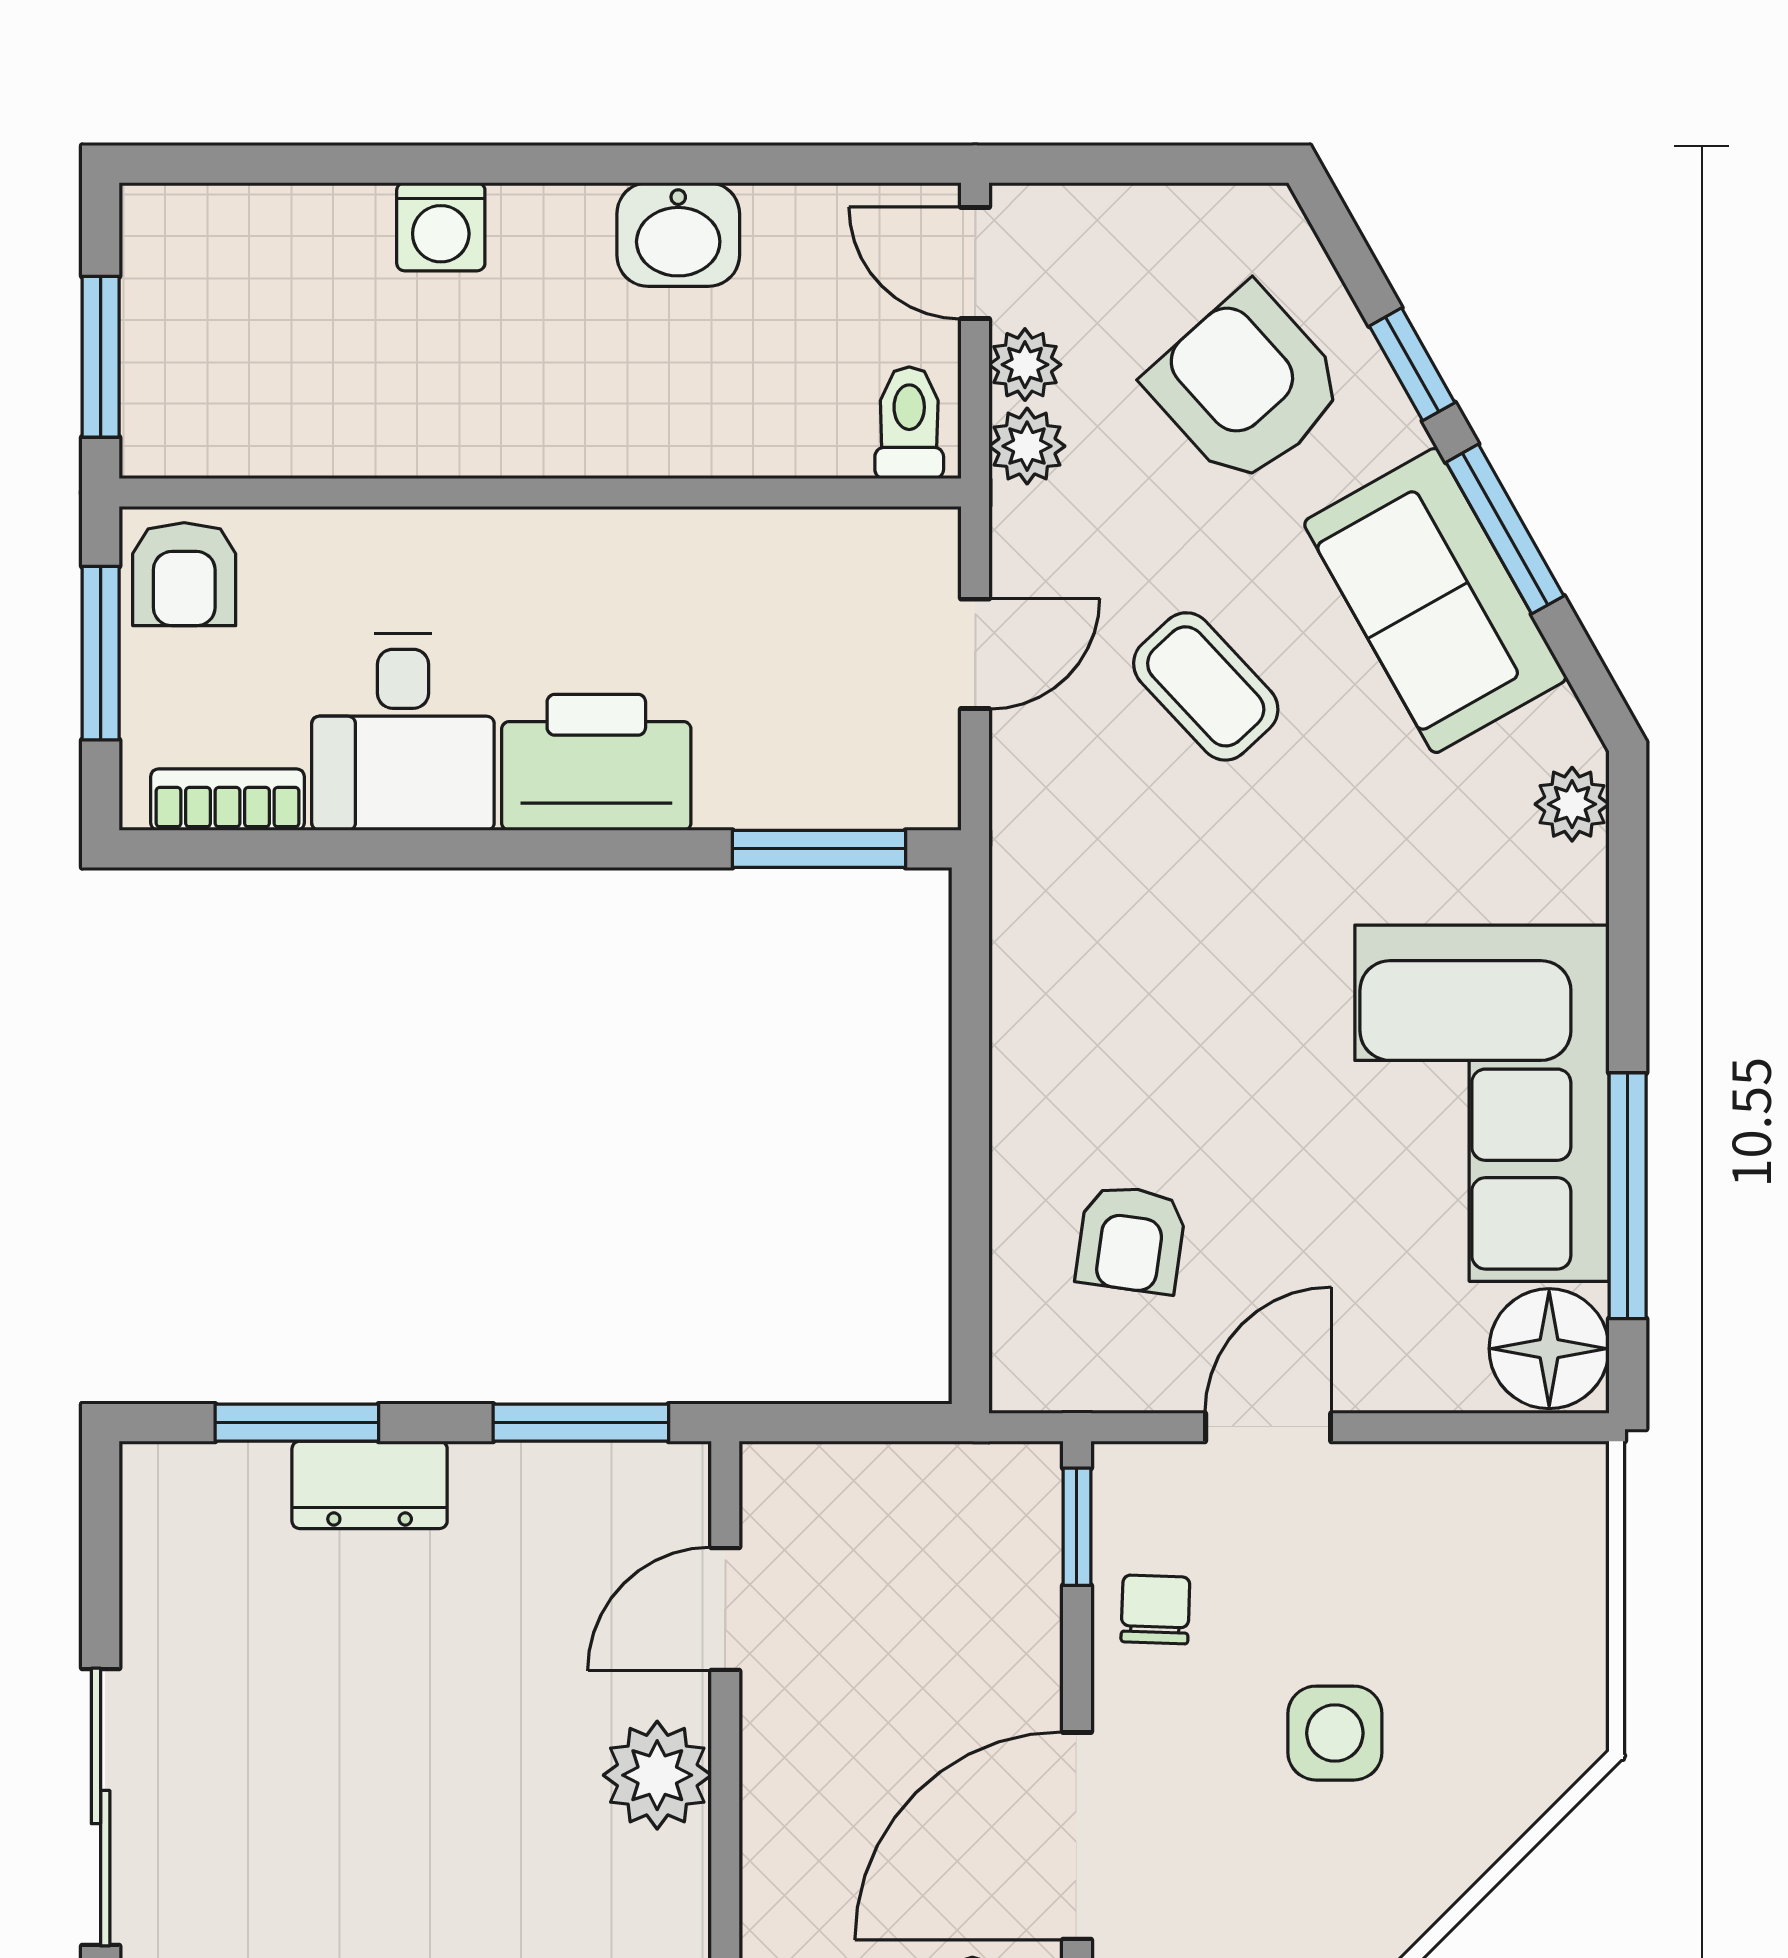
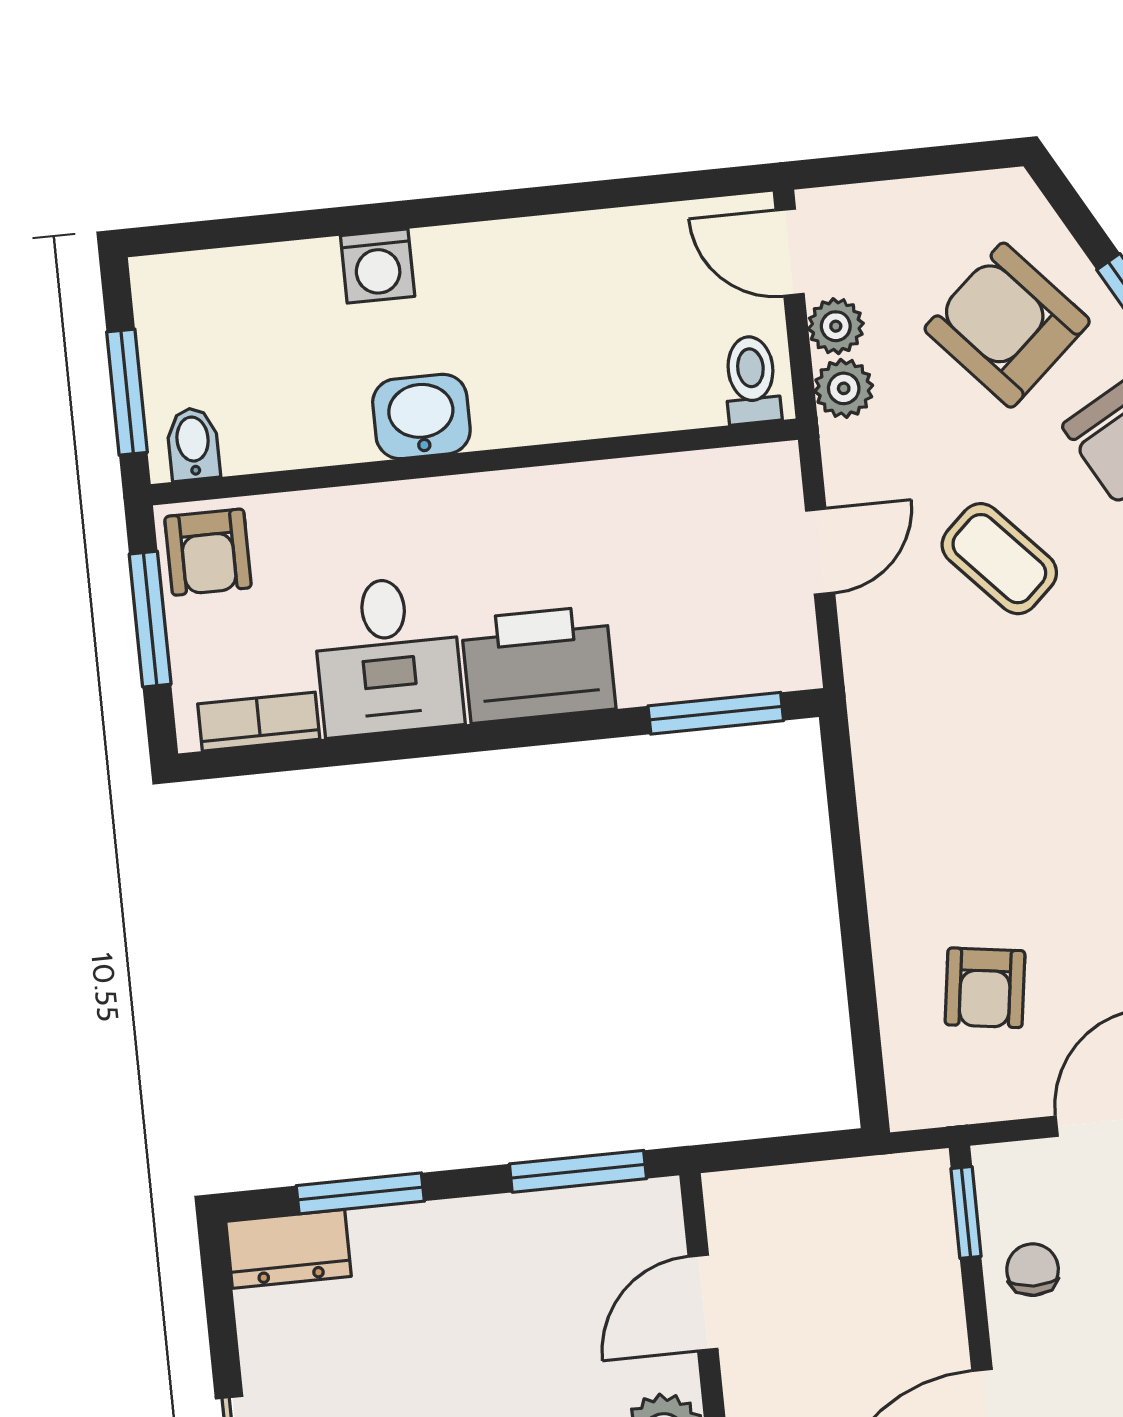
washbasin: (678, 234) -> (421, 416), moved, turned 180
bidet: (179, 432) -> (193, 444), added
dresser: (370, 1485) -> (288, 1249), moved

